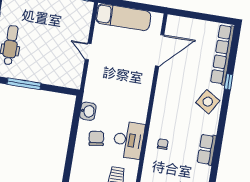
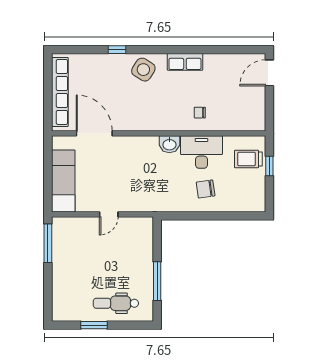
row of seats: (222, 55) -> (60, 92), moved, turned -90
washbasin: (88, 111) -> (169, 144), moved, turned 180
row of seats: (207, 149) -> (185, 62), moved

